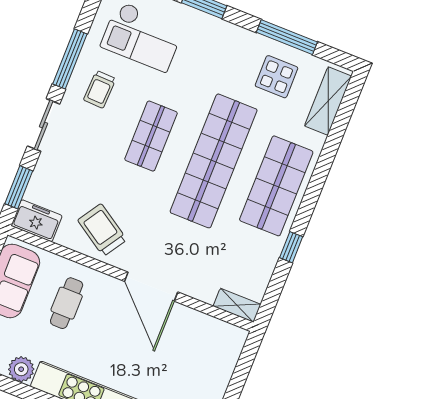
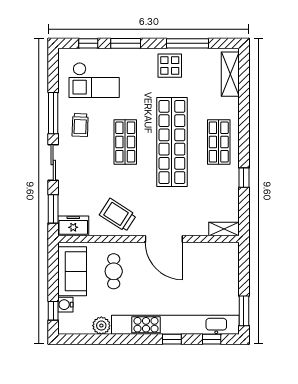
display table: (276, 77) -> (170, 66), moved
shop shelf: (276, 186) -> (219, 142), width x0.70, depth x0.74

